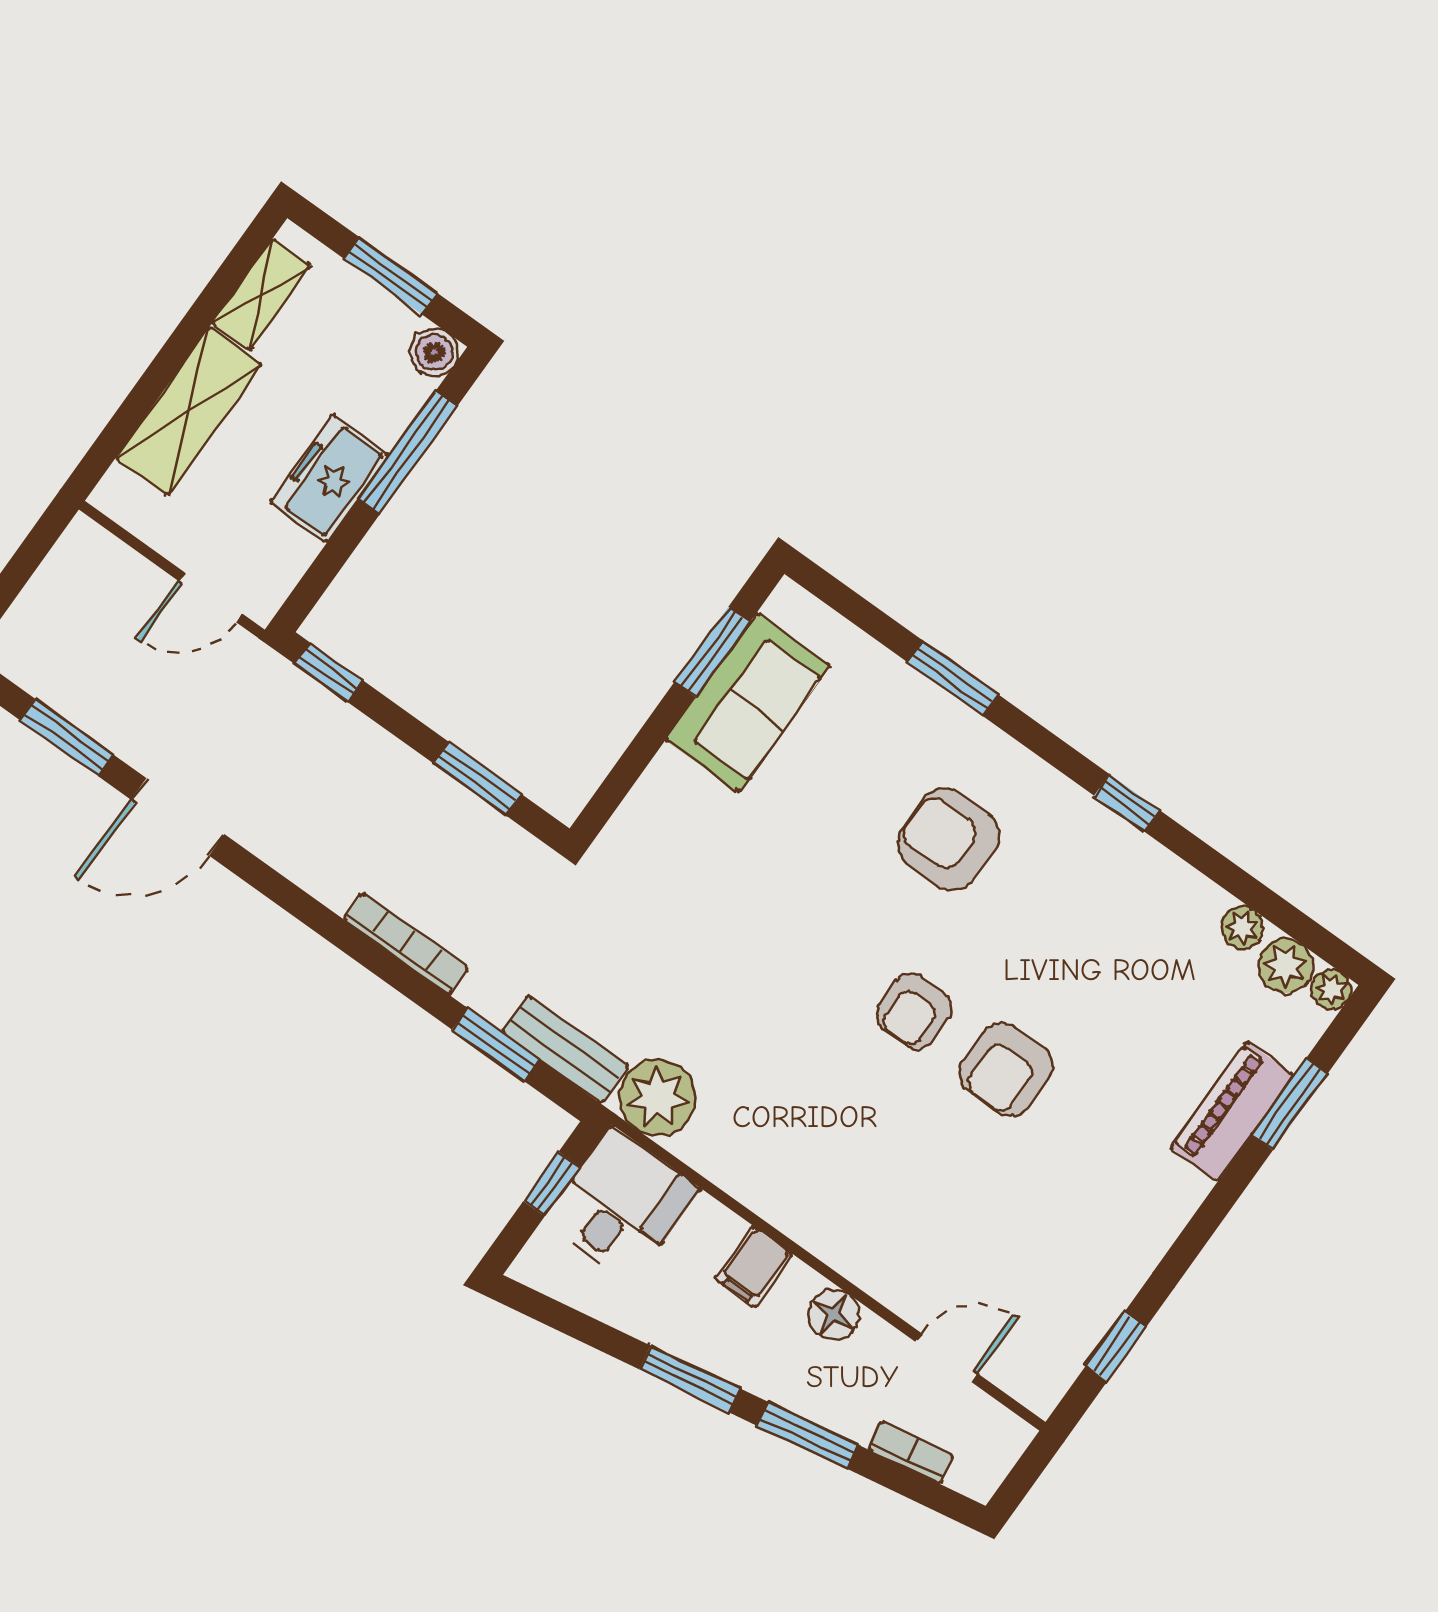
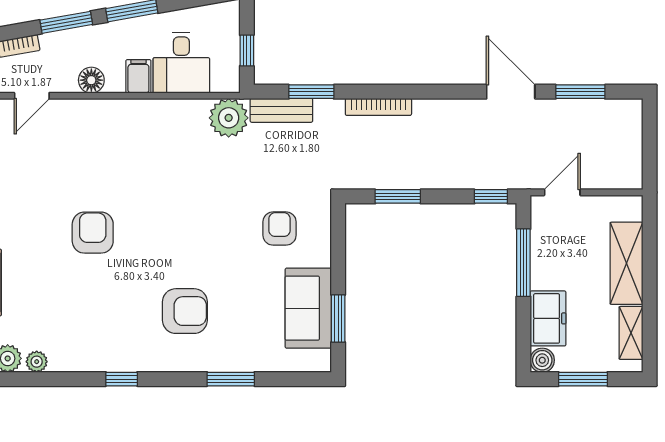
window: (408, 453) -> (523, 263), moved
freezer: (330, 479) -> (548, 318), moved
door: (178, 817) -> (511, 92), hinge flipped
armchair: (914, 1011) -> (280, 229), moved
desk: (621, 1205) -> (181, 63), moved

